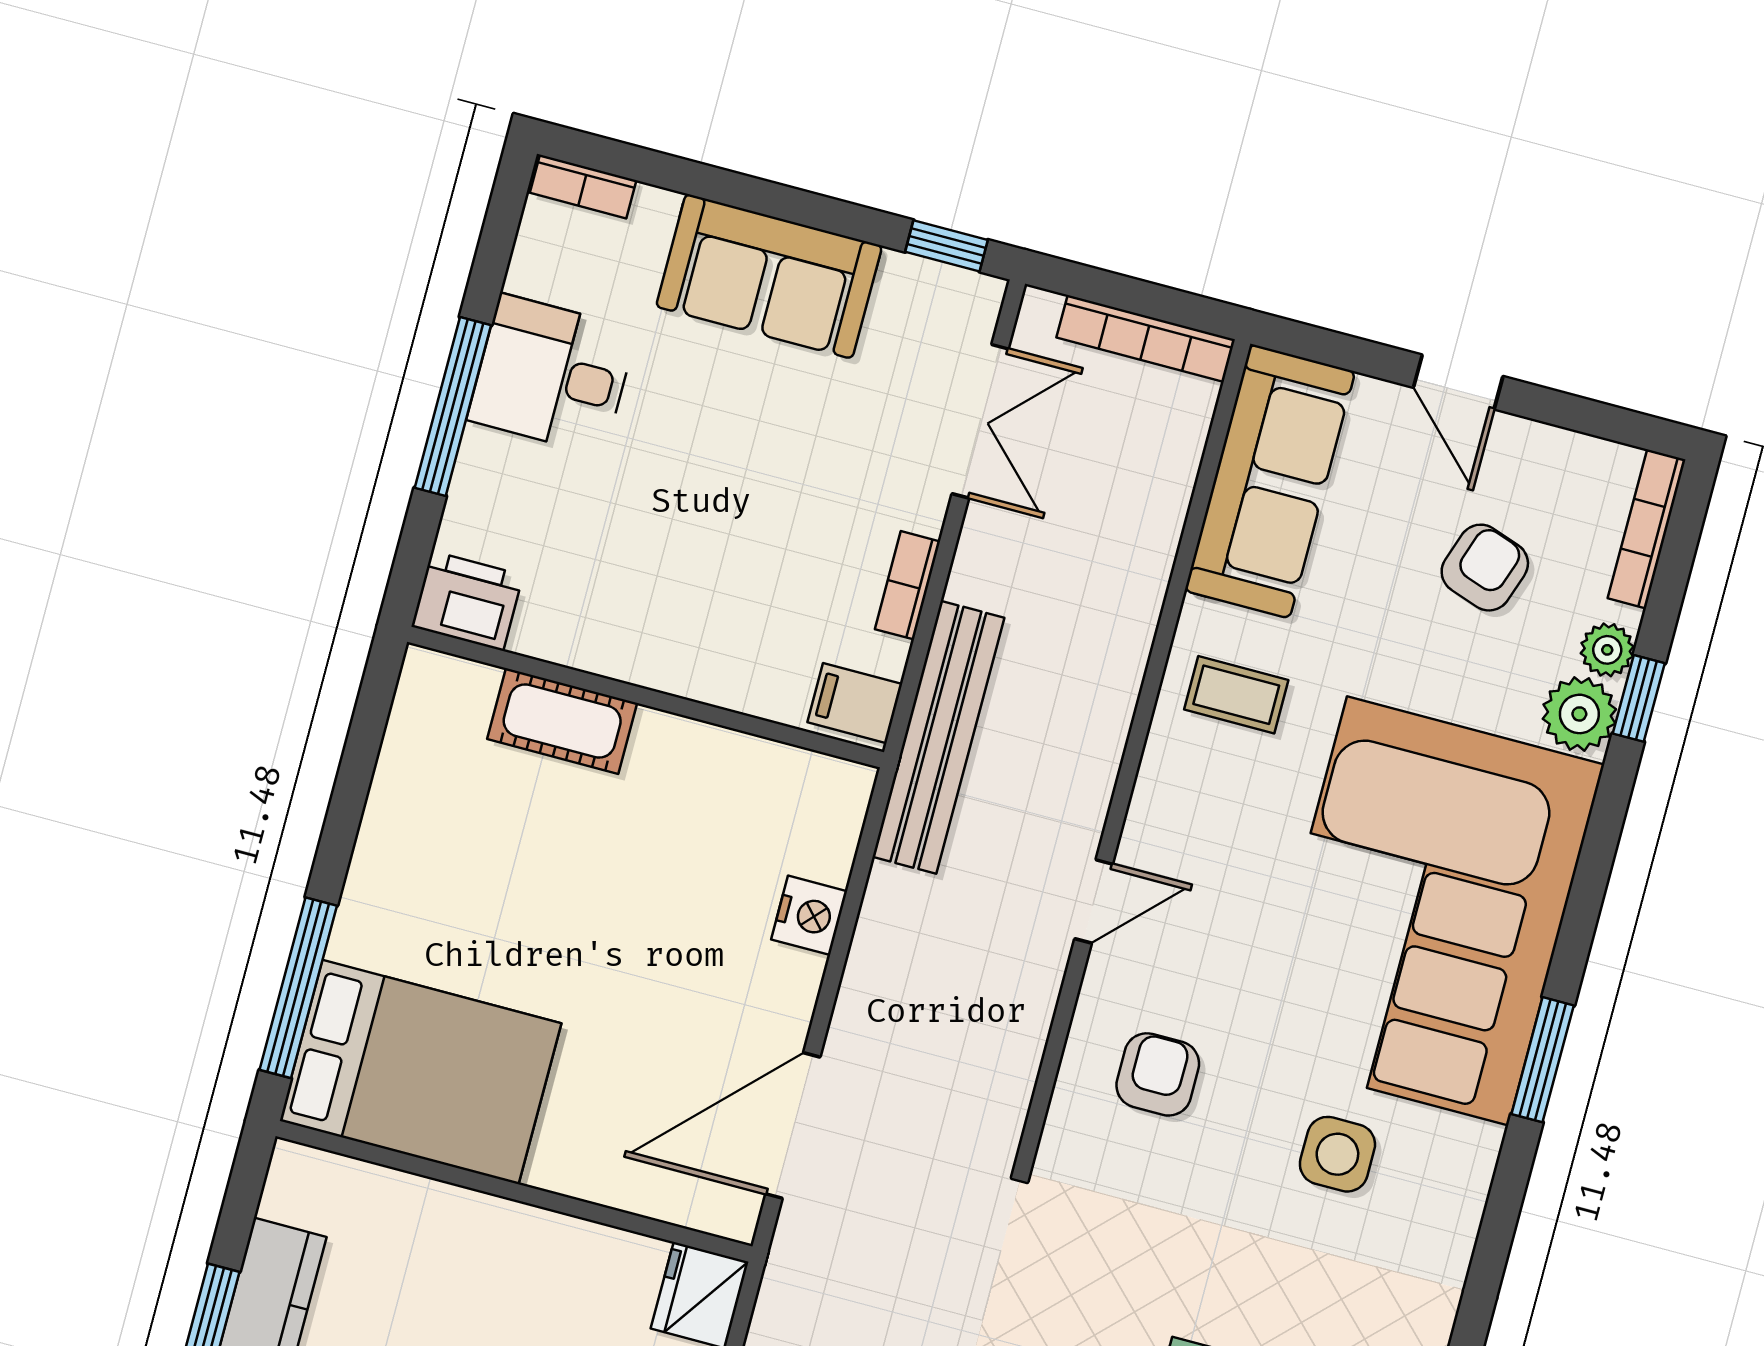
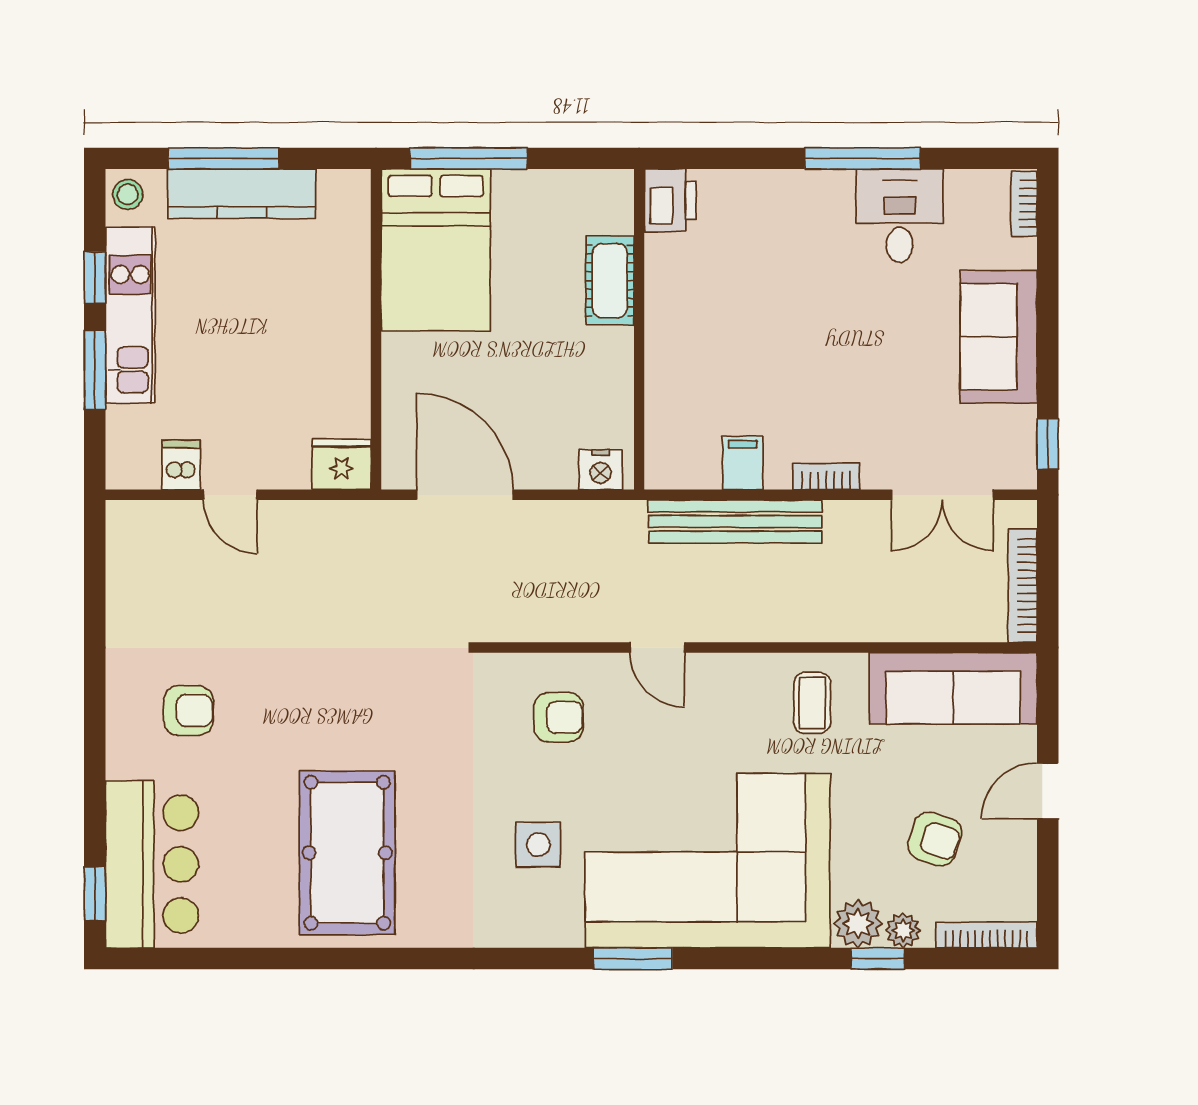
printer: (467, 601) -> (670, 200), moved
wall: (646, 697) -> (639, 329), moved
cot: (562, 721) -> (610, 281), moved

